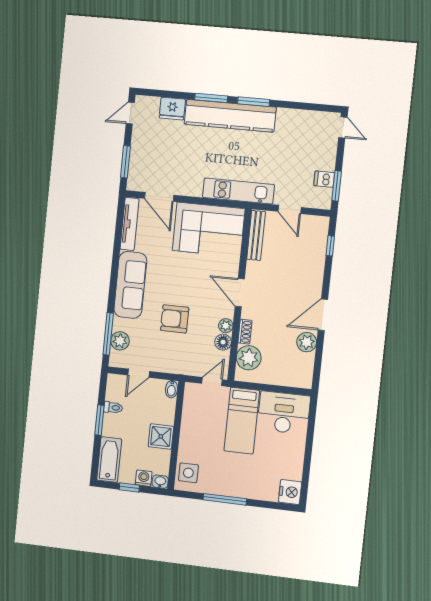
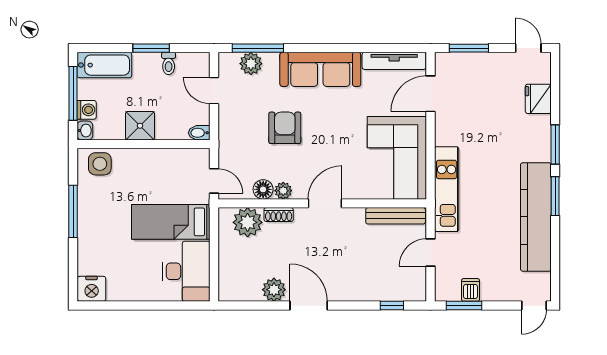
kitchen counter: (230, 116) -> (536, 217), moved
window: (129, 488) -> (73, 93), width x2.17

